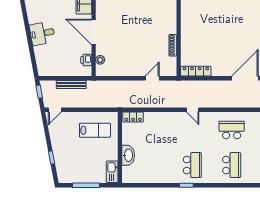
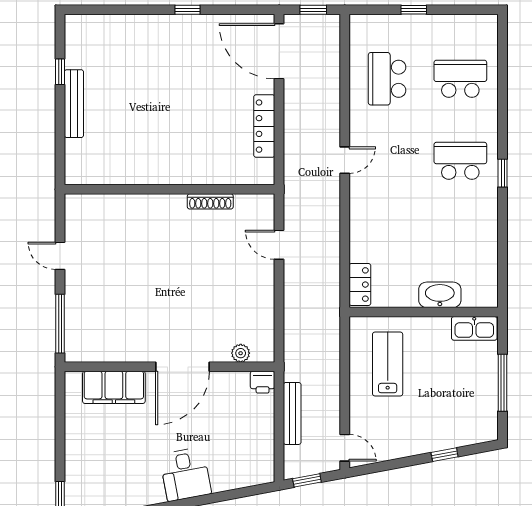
printer: (86, 60) -> (263, 382), moved
locker: (196, 71) -> (264, 126), moved

